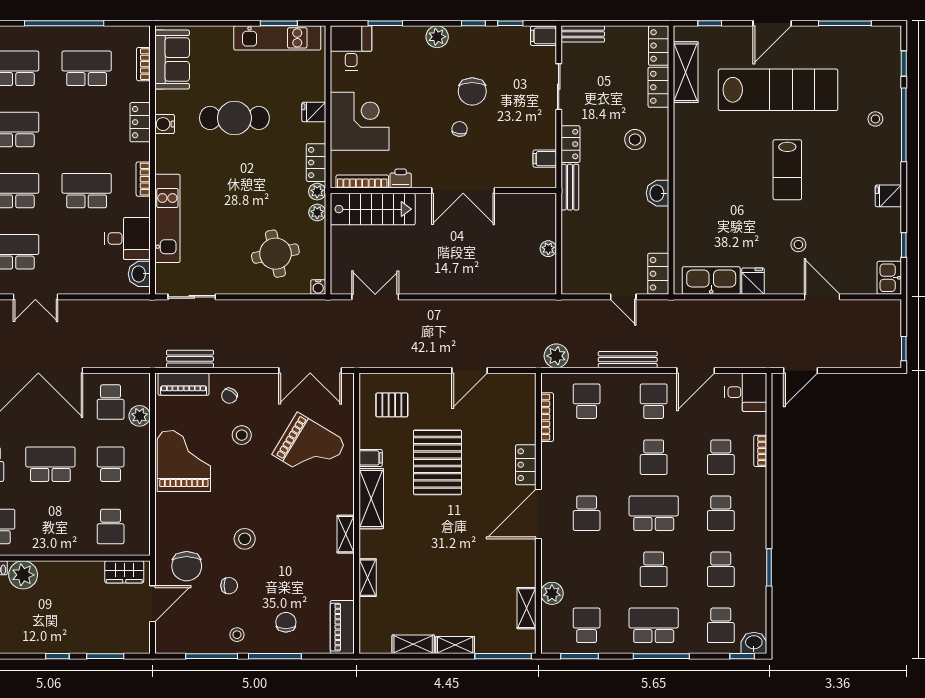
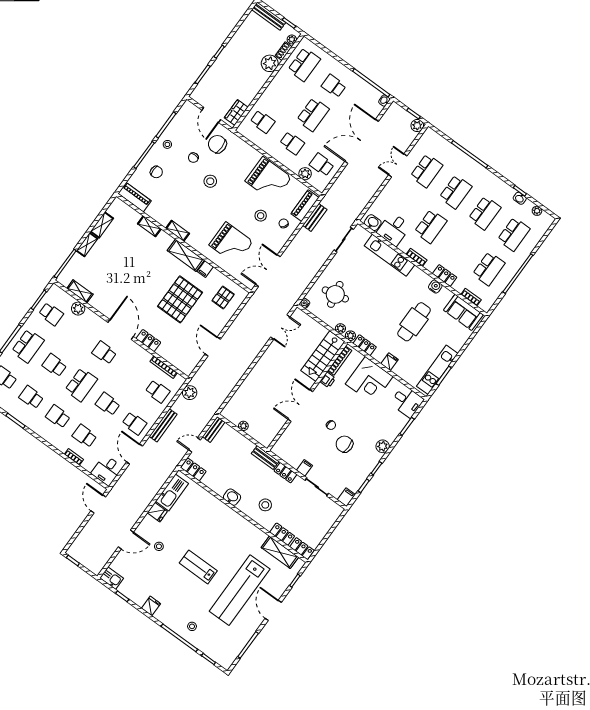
bench: (583, 34) -> (214, 429), moved
filing cabinet: (545, 159) -> (305, 468), moved
grand piano: (309, 448) -> (231, 243), turned -121
pallet: (437, 462) -> (180, 299), turned 90
school desk: (111, 526) -> (263, 122), turned 180

